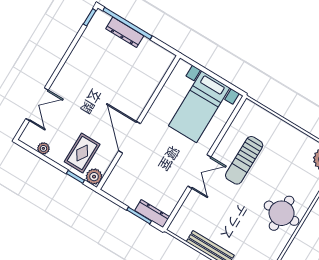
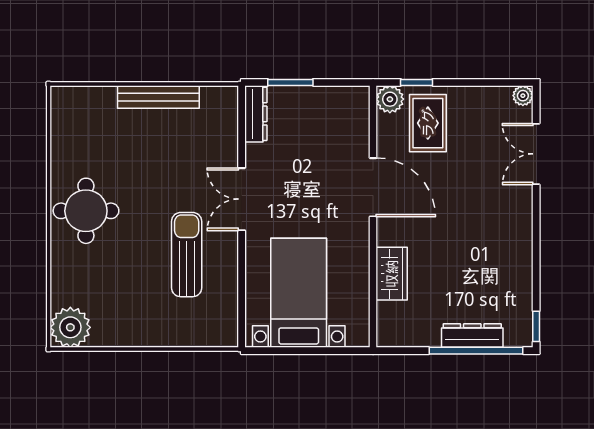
wardrobe: (146, 88) -> (392, 274), added
plant: (43, 148) -> (523, 96), moved
dresser: (152, 214) -> (256, 114), moved, turned -90

